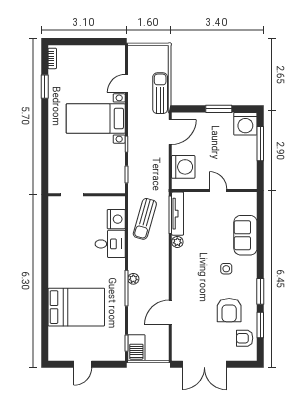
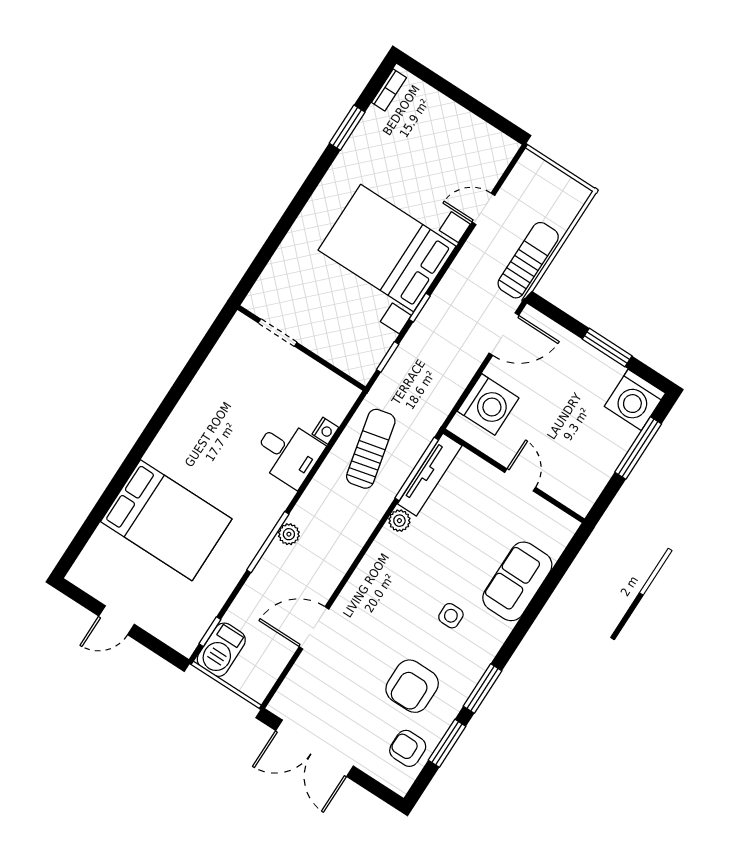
bed with nightstands: (96, 118) -> (387, 248), width x1.36
nightstand: (116, 219) -> (325, 431), width x0.53, depth x0.56
sun lounger: (145, 219) -> (371, 449), turned 151

